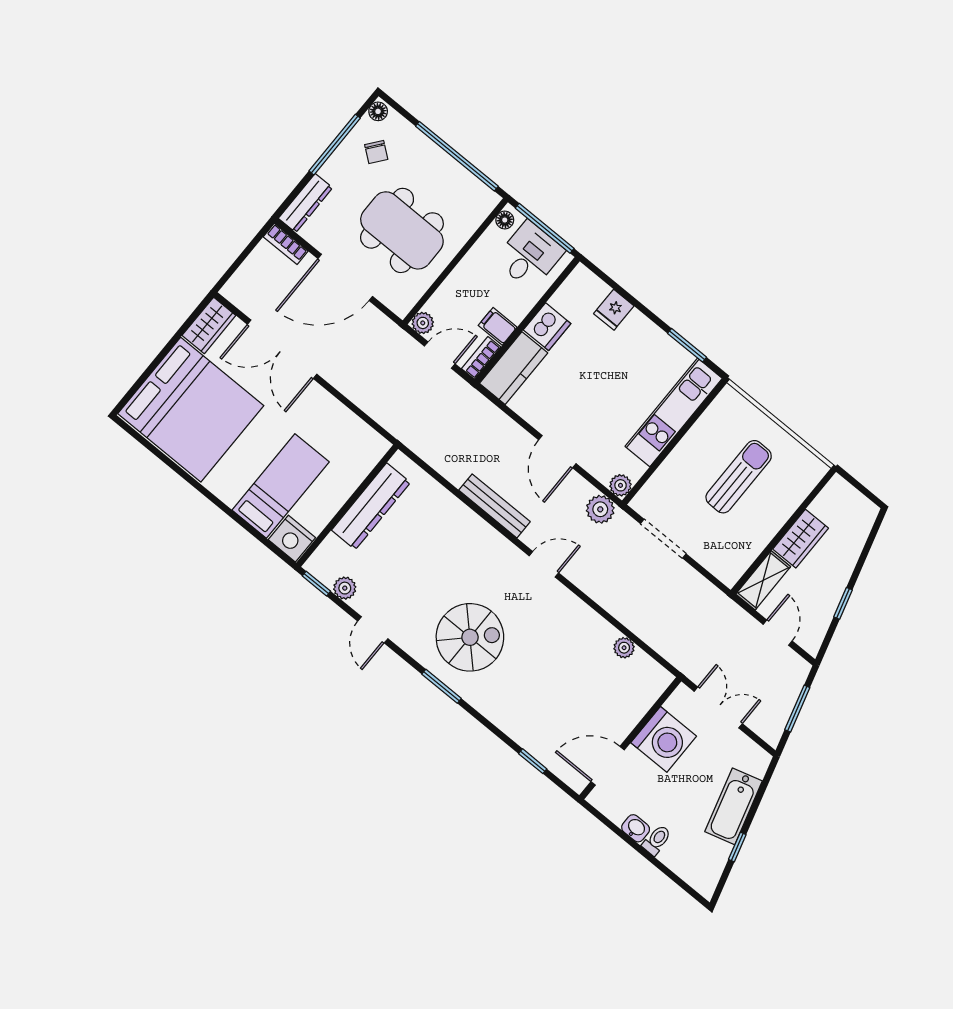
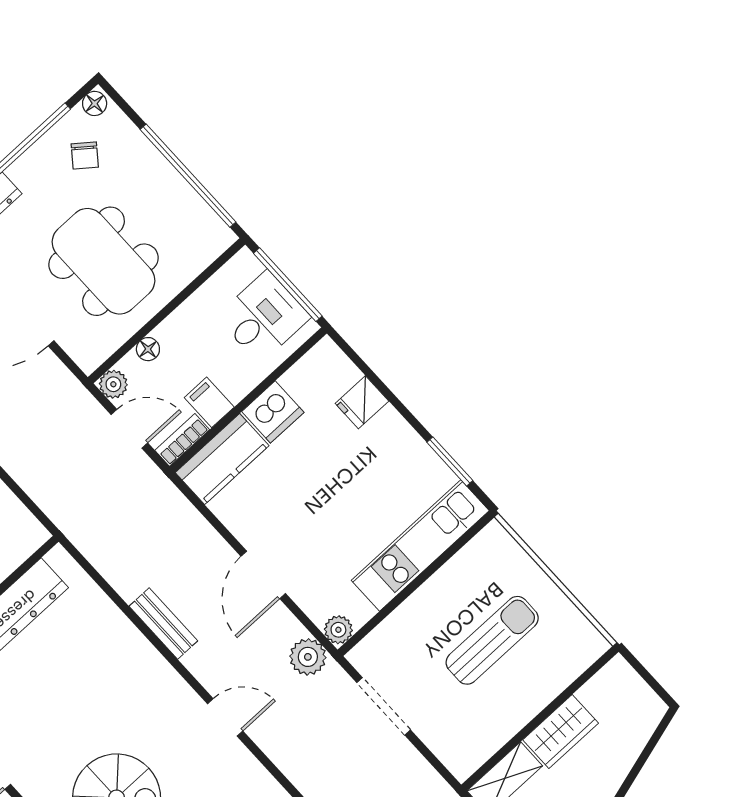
floor lamp: (505, 220) -> (148, 349), moved
bench: (494, 506) -> (163, 623), width x0.73

